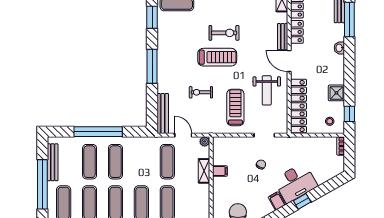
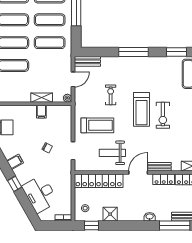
bench: (163, 113) -> (87, 61), width x0.73
exercise mat: (167, 162) -> (50, 43), moved
desk: (295, 183) -> (40, 194), moved

